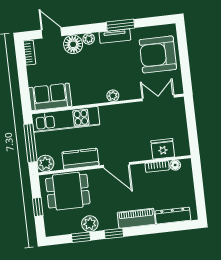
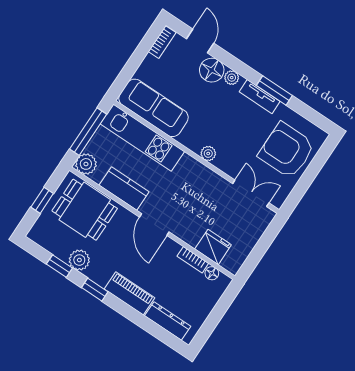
sofa: (50, 97) -> (153, 108), width x1.36

